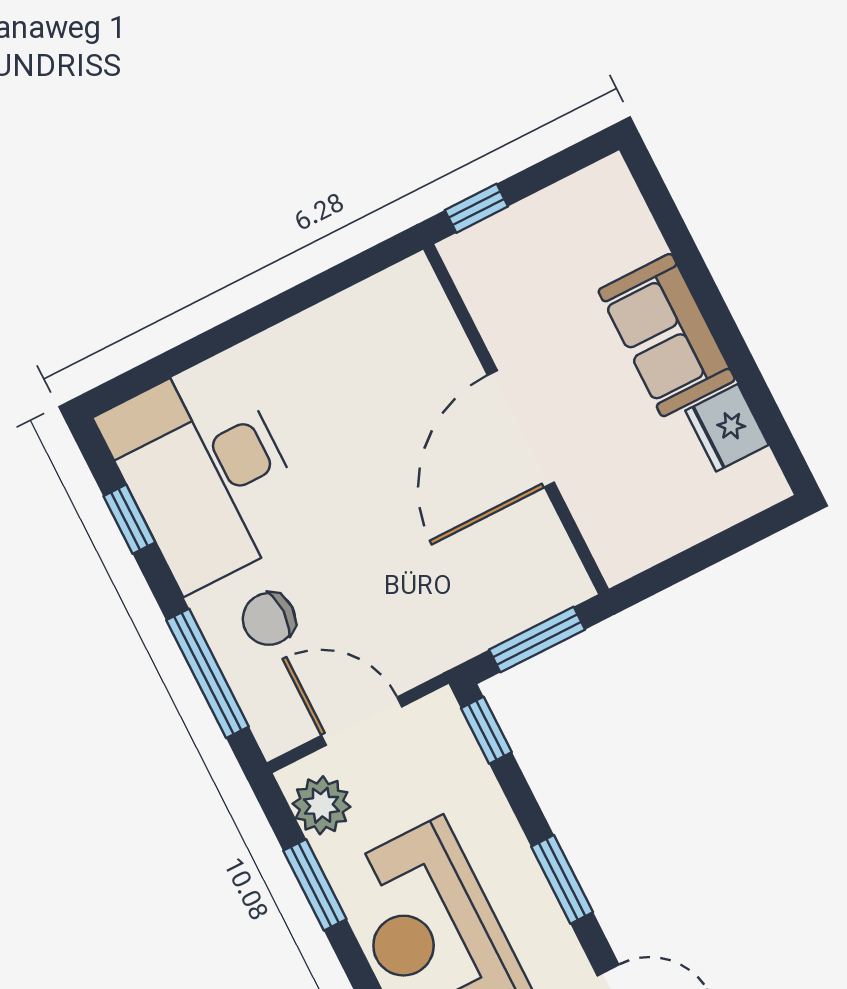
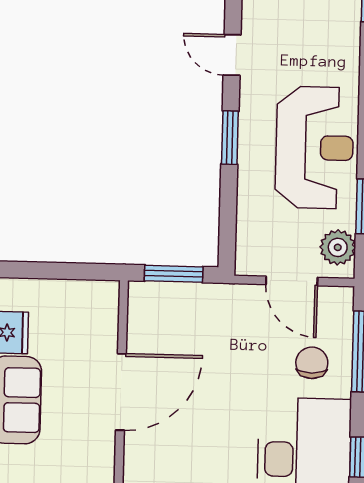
chair: (269, 619) -> (312, 363), turned -90
window: (486, 730) -> (227, 240), removed

